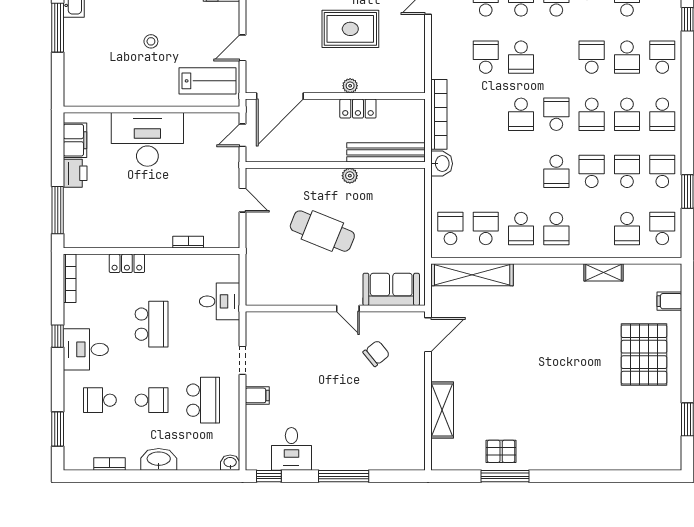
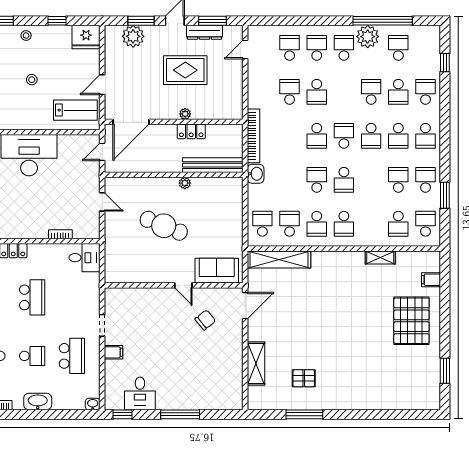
school desk: (592, 171) -> (317, 180), moved
desk: (220, 301) -> (85, 258), moved
pallet: (501, 451) -> (304, 378), moved

